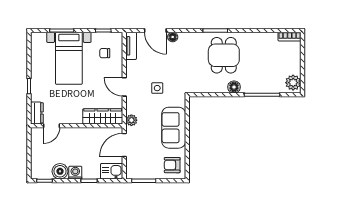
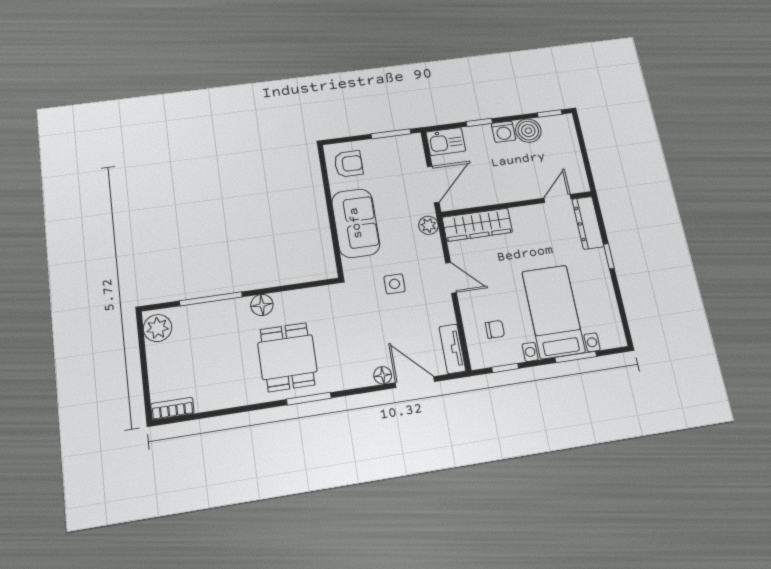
dresser: (37, 113) -> (588, 223), width x1.44

